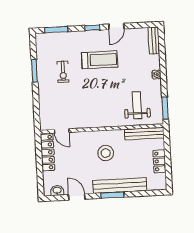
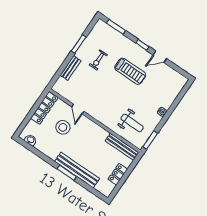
bench: (154, 41) -> (70, 68), moved
weight bench: (137, 105) -> (132, 123), turned 90
door: (62, 131) -> (78, 109), moved
stool: (106, 153) -> (63, 127), moved
door: (77, 197) -> (41, 155), removed

